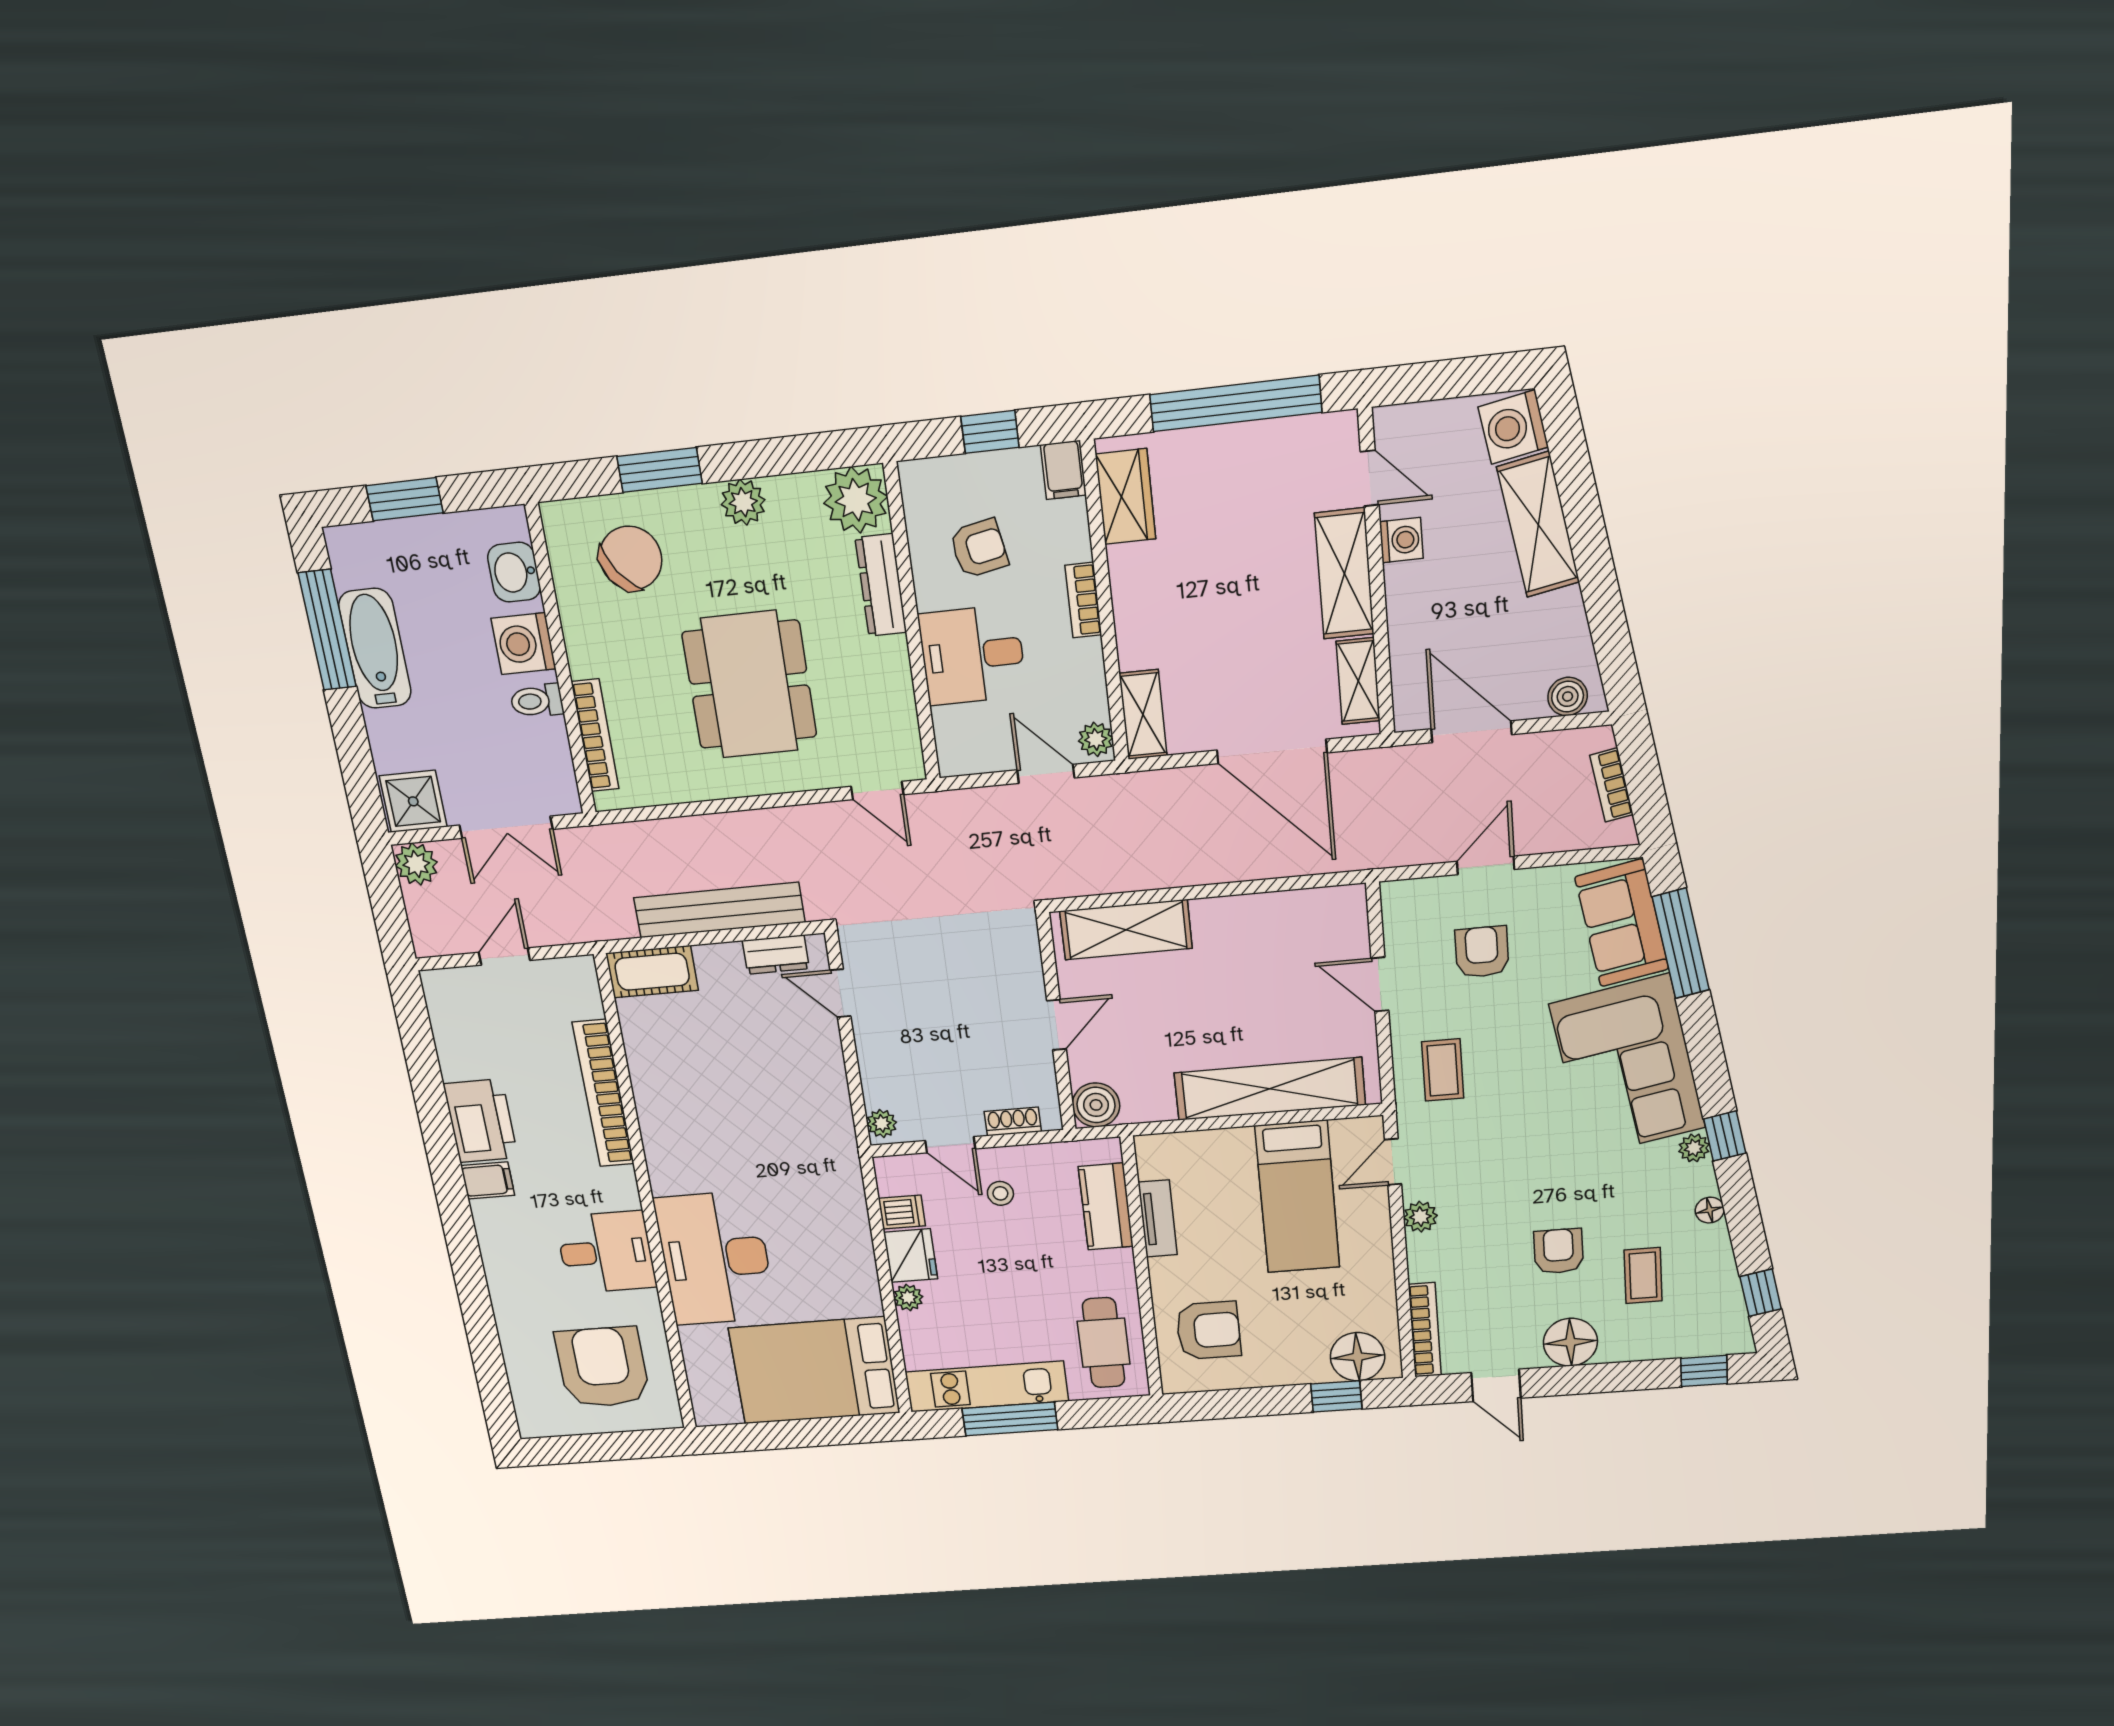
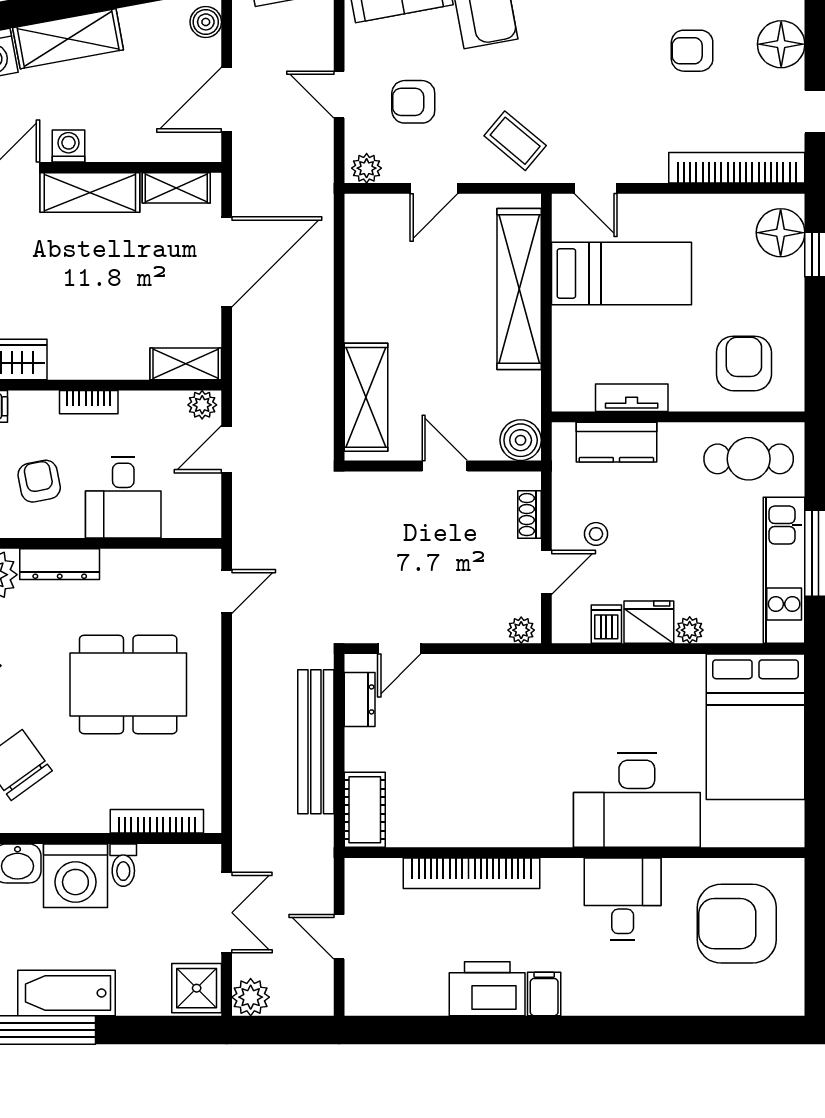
washing machine: (523, 644) -> (75, 876), width x1.37, depth x1.37
coffee table: (1443, 1070) -> (515, 141), turned 40
plant: (1420, 1217) -> (367, 168), moved
bookcase: (1425, 1330) -> (737, 168), width x1.48, depth x1.31

